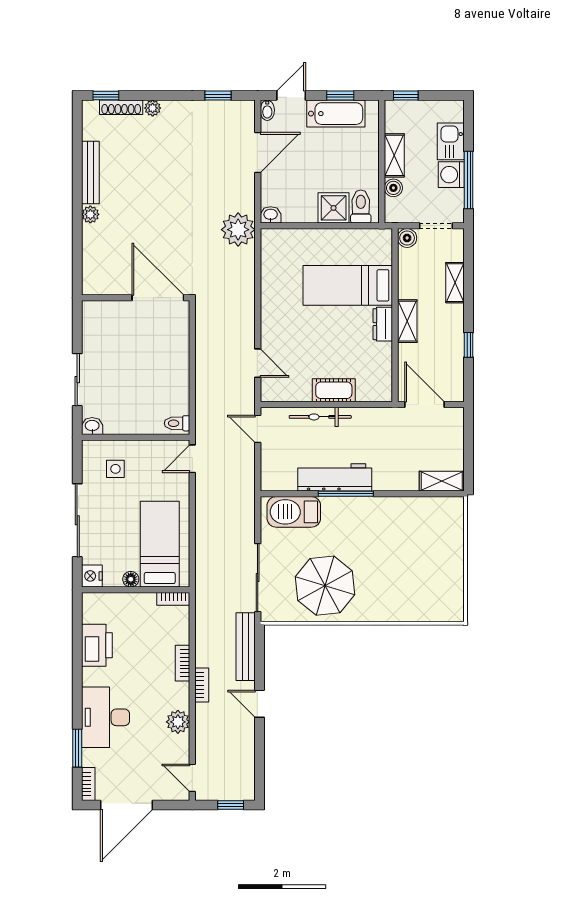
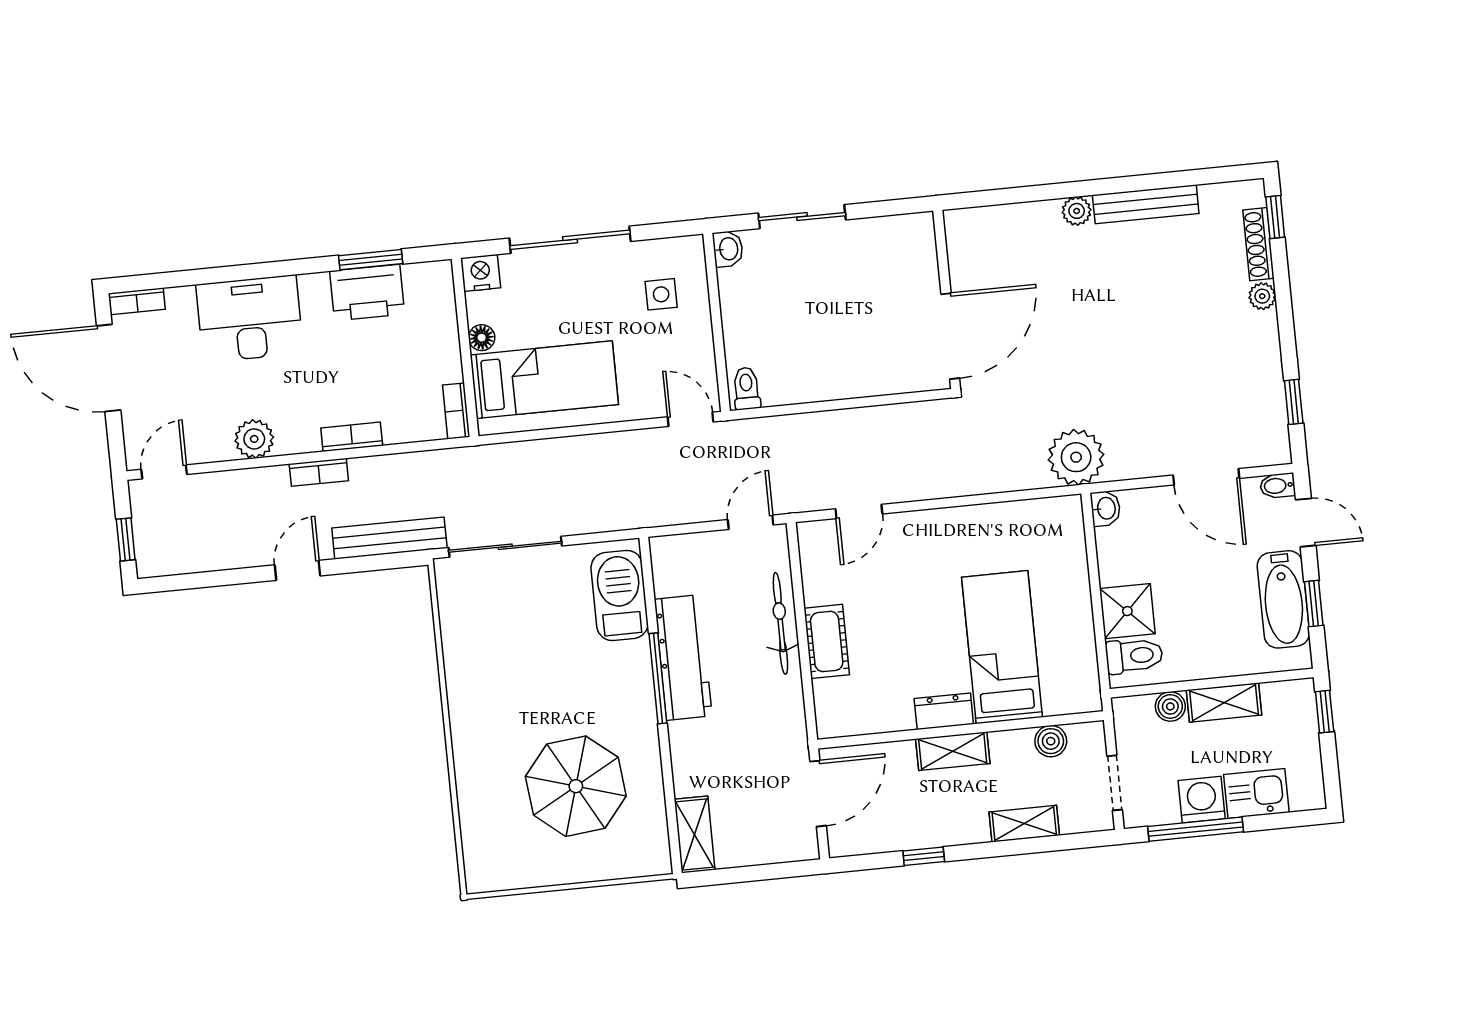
boiler: (407, 238) -> (1051, 741), moved
parasol: (325, 586) -> (576, 786), moved
window: (77, 748) -> (371, 260), moved

